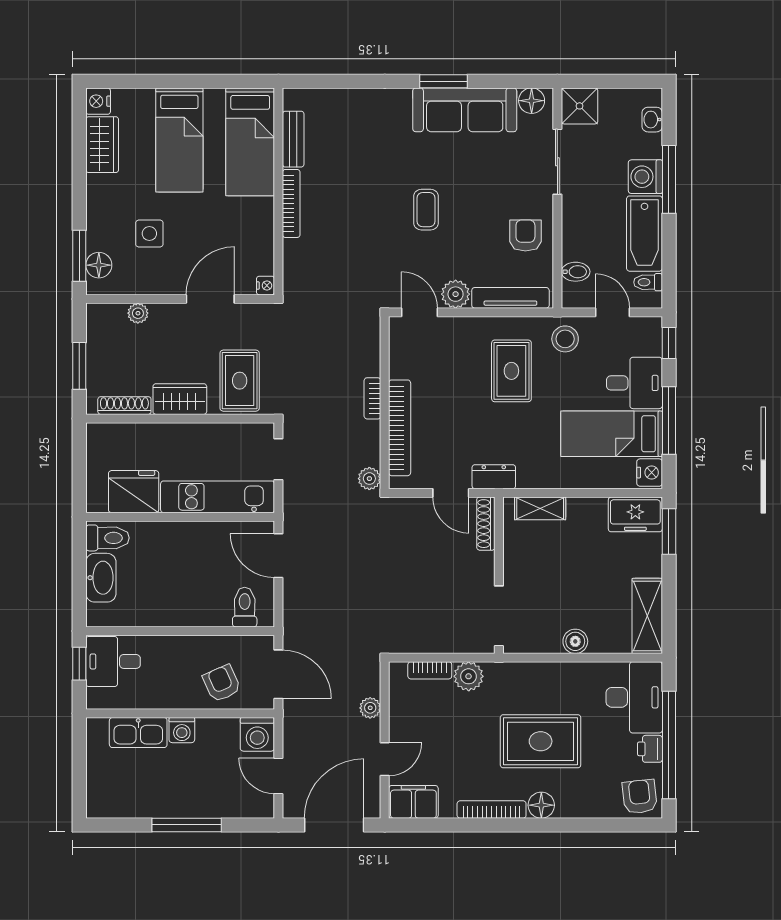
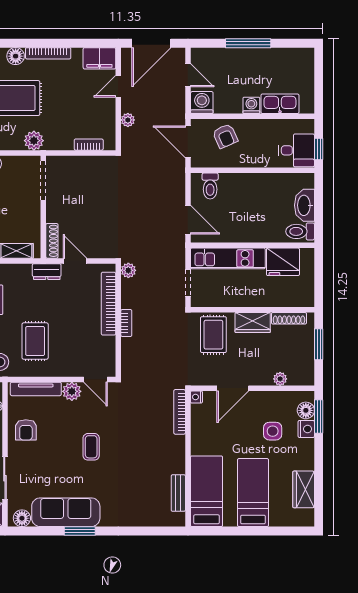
nightstand: (98, 101) -> (306, 429), moved
bookcase: (291, 203) -> (180, 412), moved
plant: (469, 676) -> (34, 141), moved

